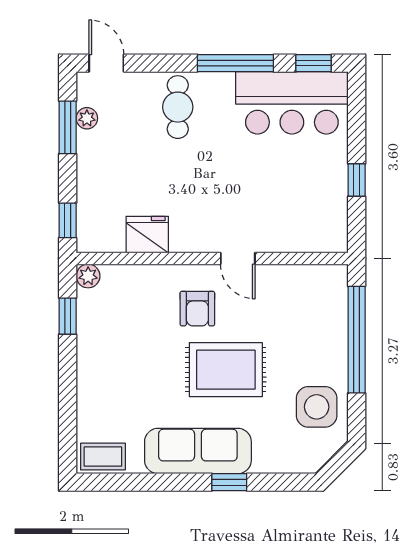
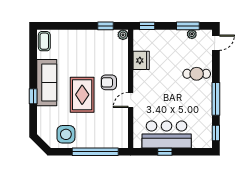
bar counter: (292, 103) -> (167, 134), moved, turned 90

